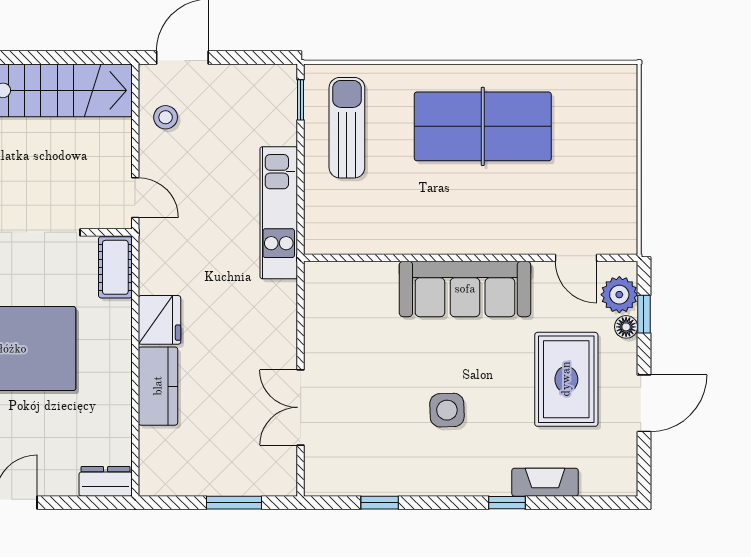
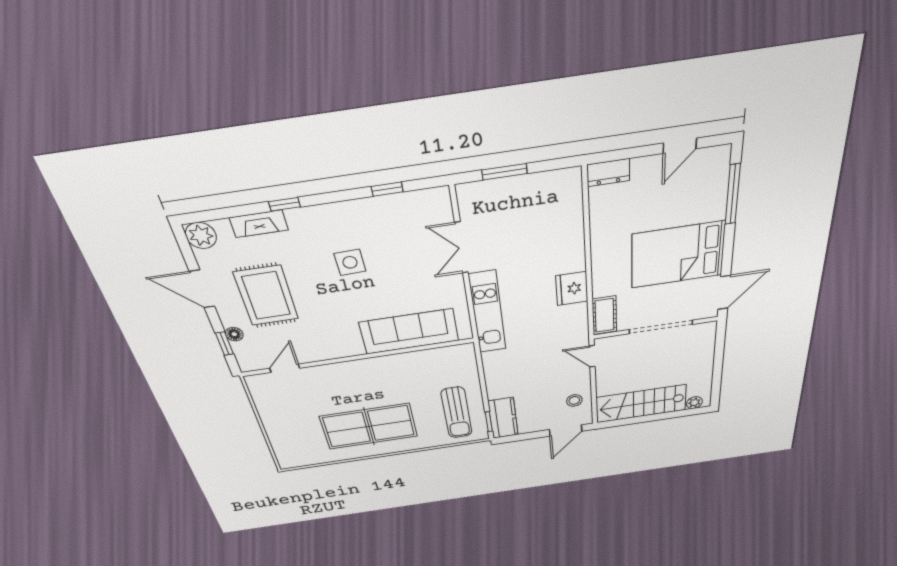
kitchen unit: (279, 213) -> (488, 312), moved
door: (576, 258) -> (285, 368), hinge flipped
sofa: (465, 289) -> (409, 332), moved
plant: (619, 295) -> (201, 235), moved
kitchen counter: (158, 386) -> (503, 418), moved, turned 180
door: (644, 403) -> (202, 289), hinge flipped
double door: (301, 407) -> (461, 248), swing flipped

